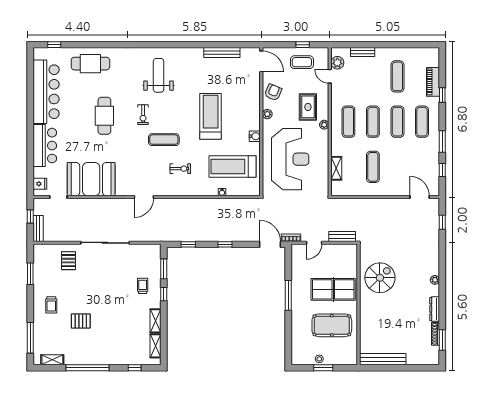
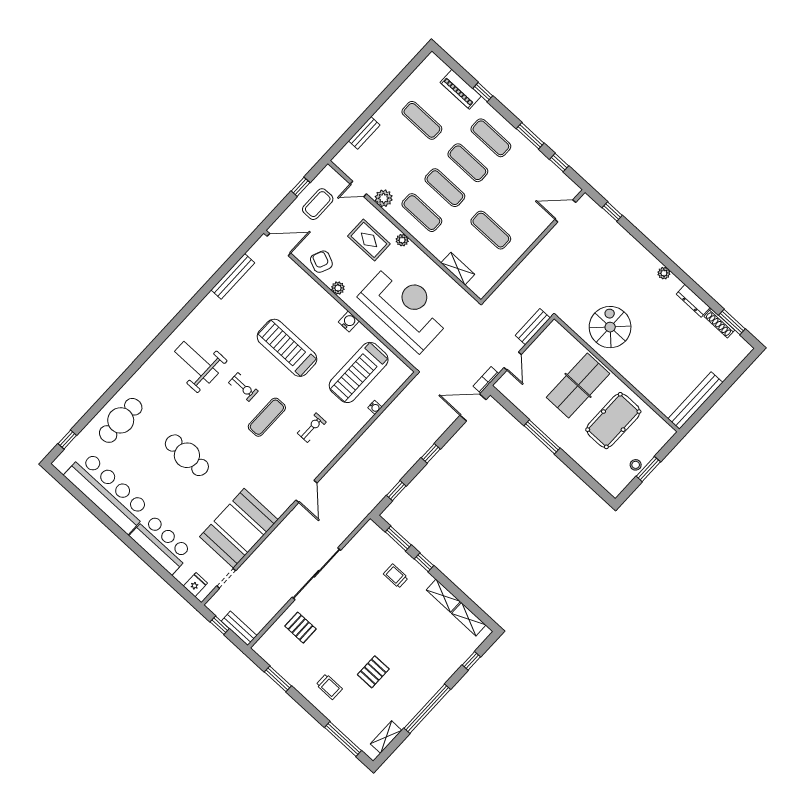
plant: (337, 63) -> (384, 198), moved
exercise bike: (143, 115) -> (243, 387), moved

